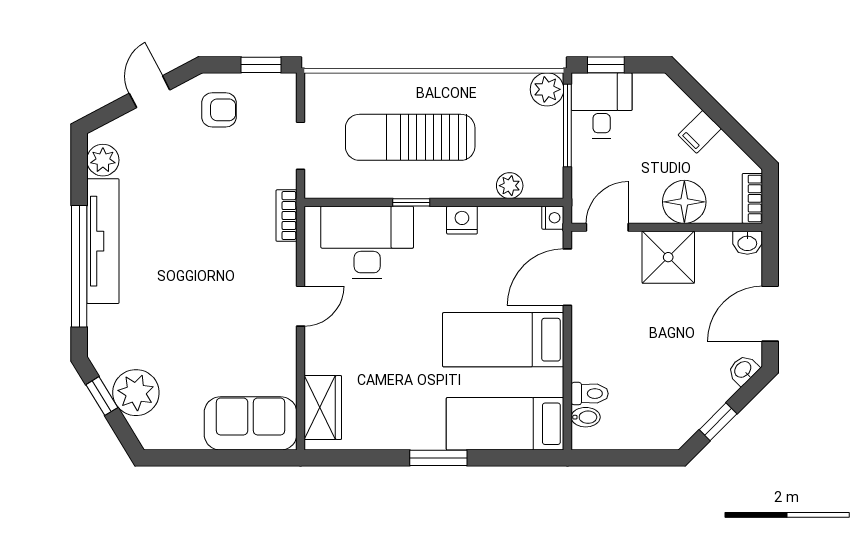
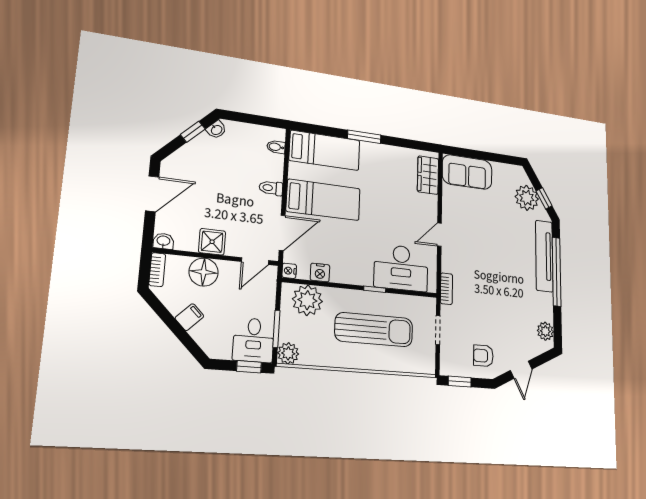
window: (567, 125) -> (276, 329), width x0.69
plant: (510, 186) -> (307, 300), width x1.87, depth x1.87
nightstand: (462, 220) -> (320, 273), moved
tv unit: (103, 241) -> (544, 256), moved
shower: (668, 257) -> (212, 242), width x0.73, depth x0.73
washbasin: (743, 370) -> (216, 130), moved
toilet: (590, 394) -> (271, 188), moved

